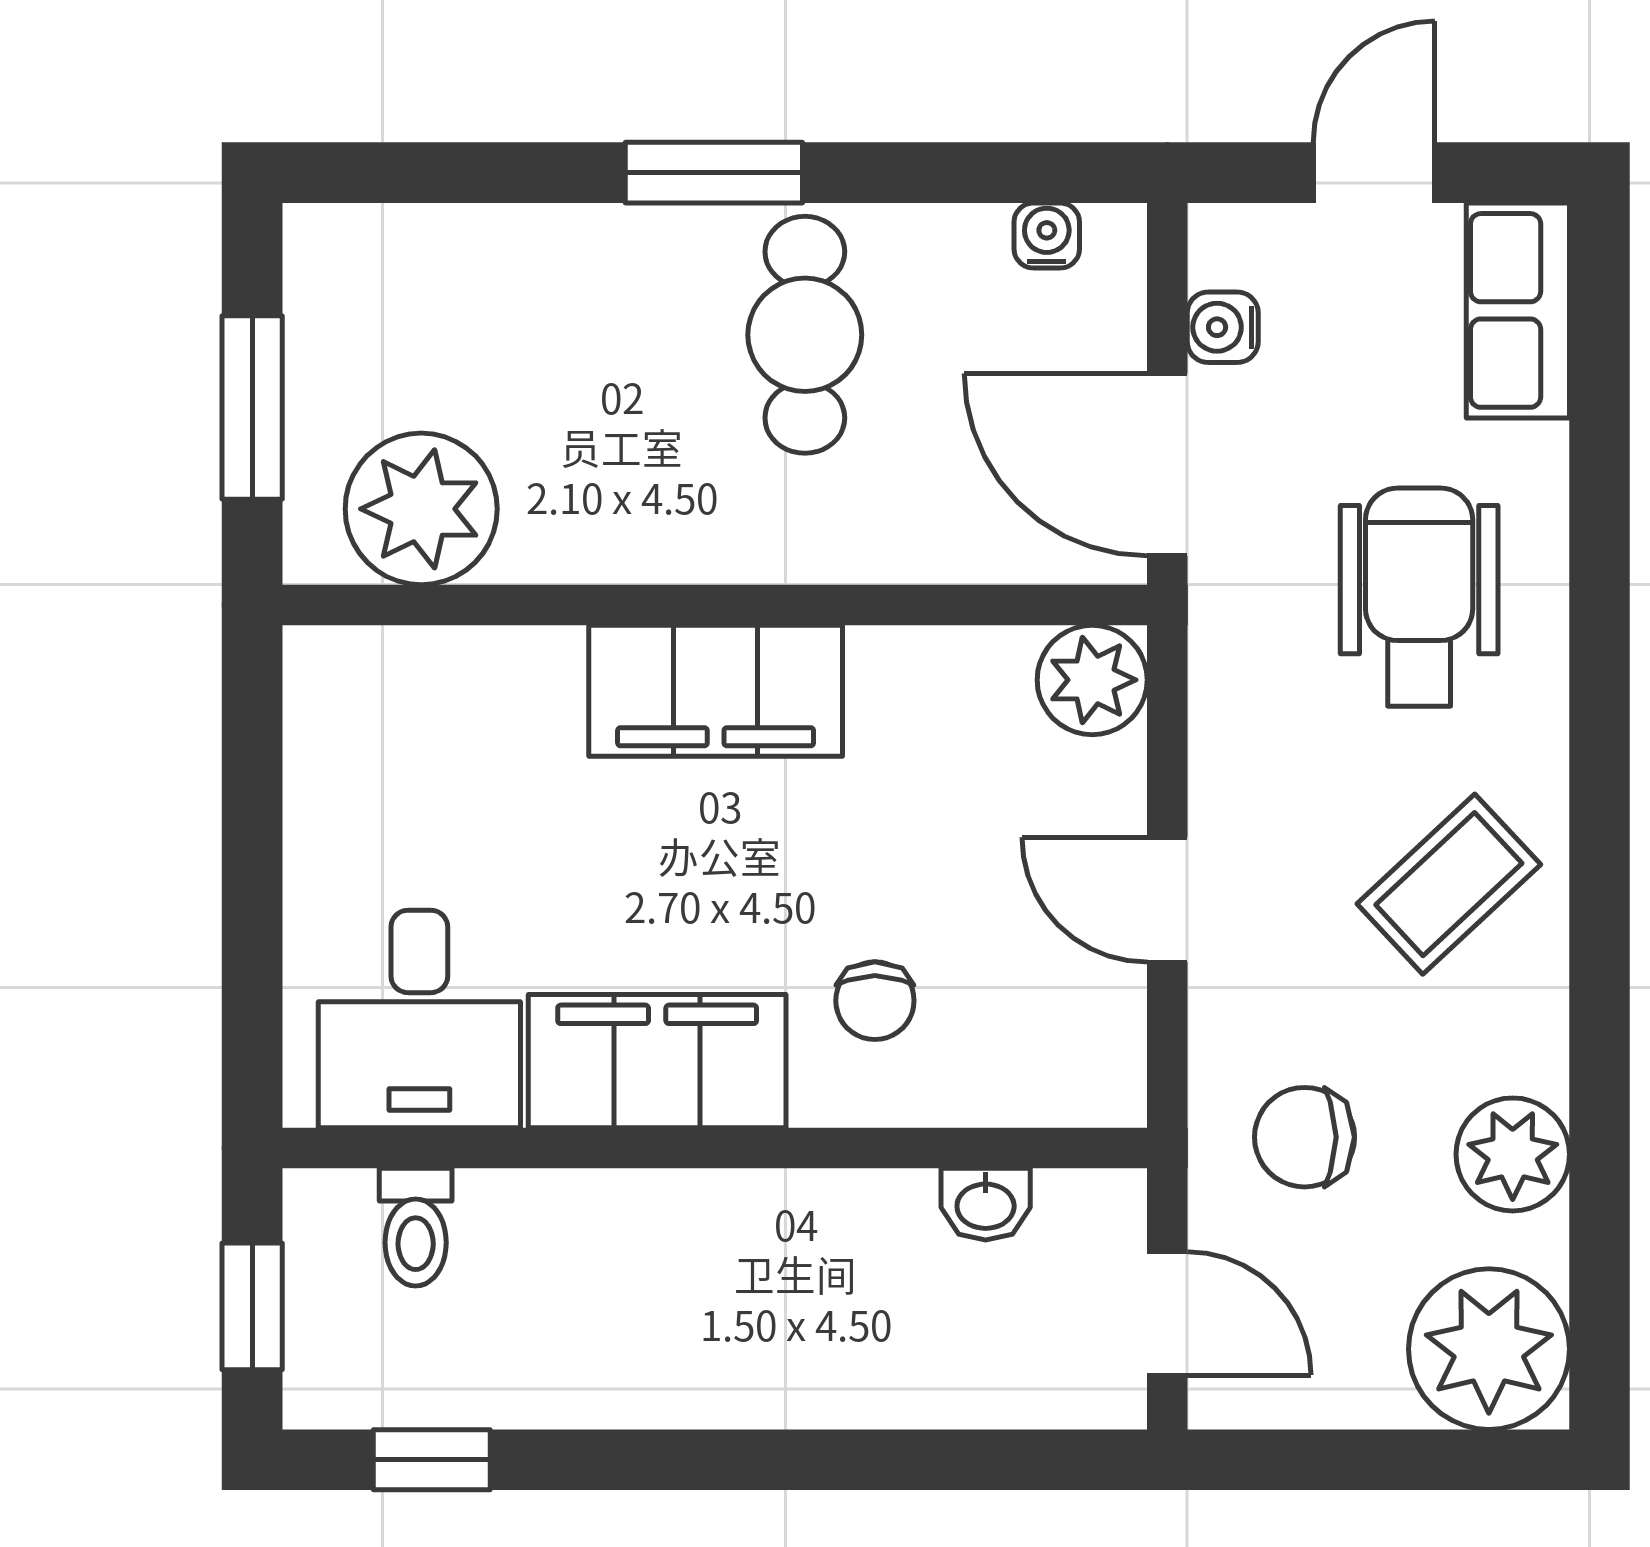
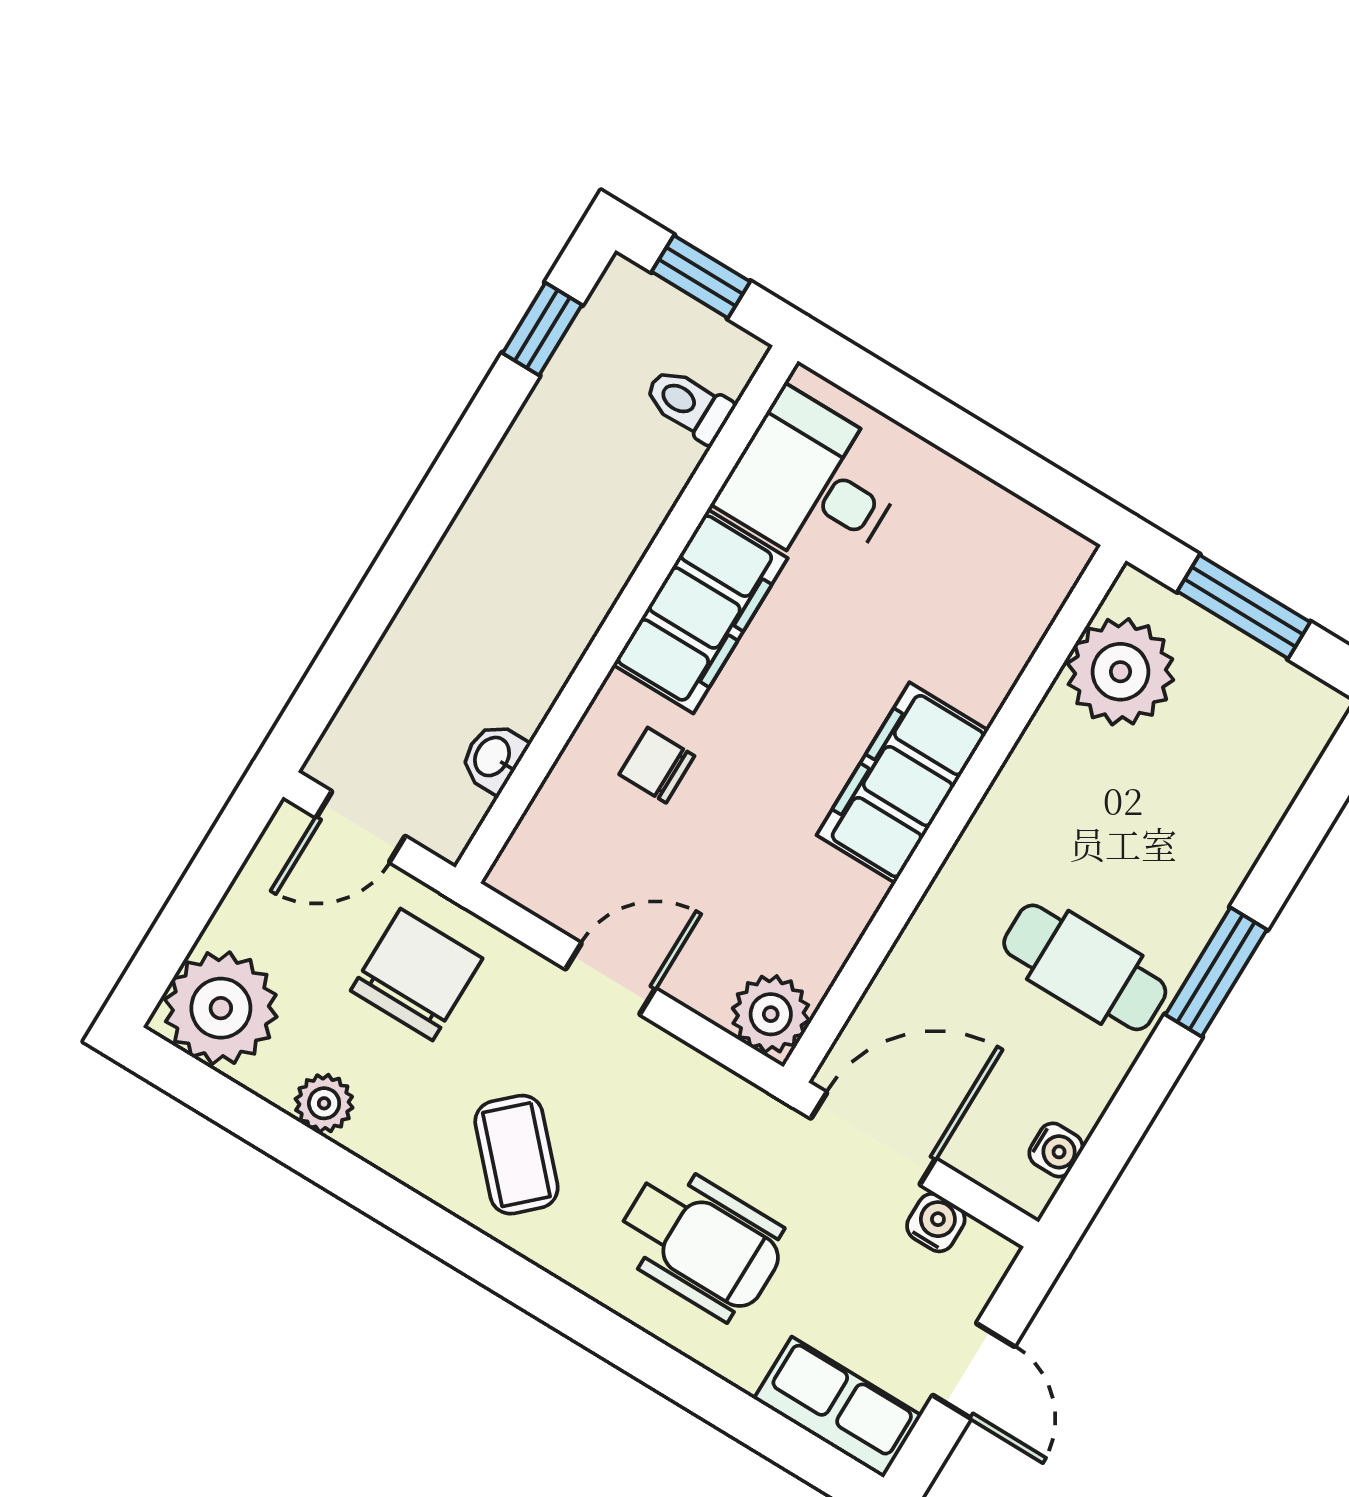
chair: (1304, 1137) -> (417, 974), width x1.37, depth x1.37
plant: (1513, 1154) -> (324, 1103), width x0.73, depth x0.73

